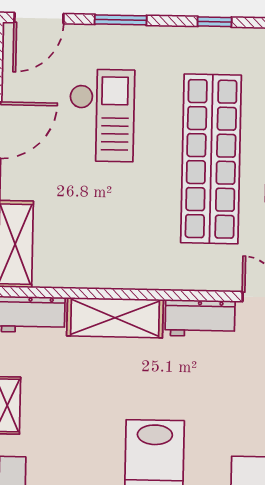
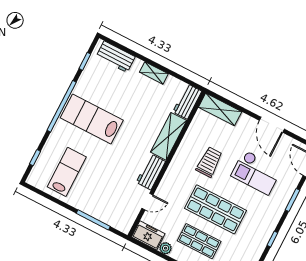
shop shelf: (211, 159) -> (215, 209), width x0.71
trolley: (126, 215) -> (209, 162), added

